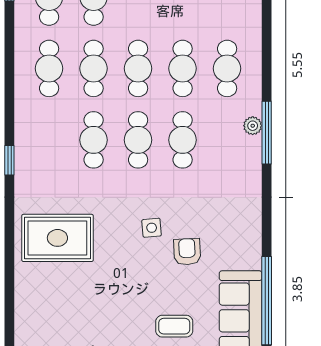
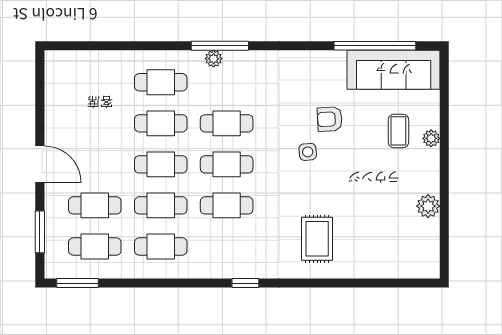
rug: (57, 238) -> (317, 239), width x0.73, depth x0.70

